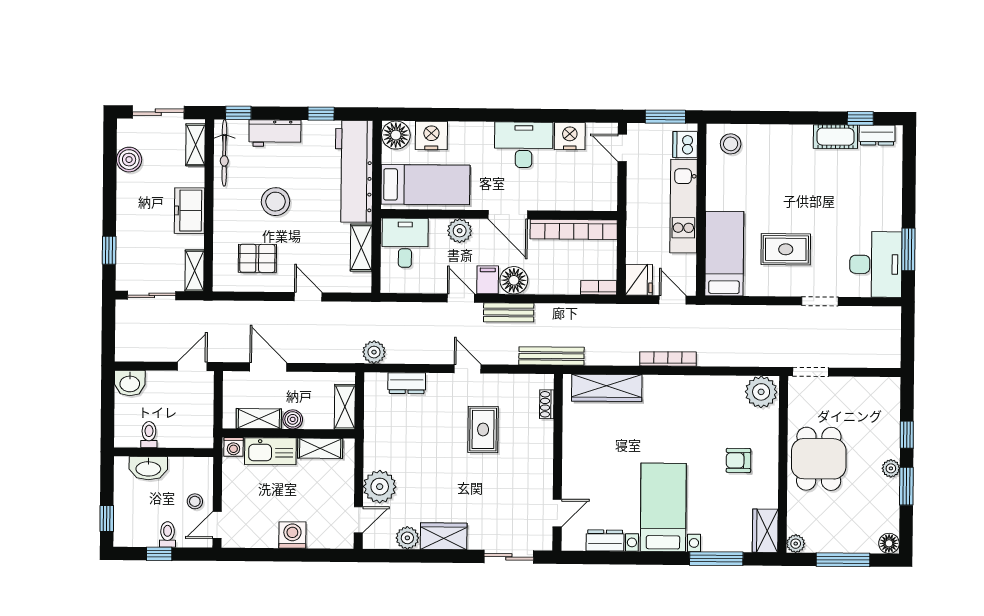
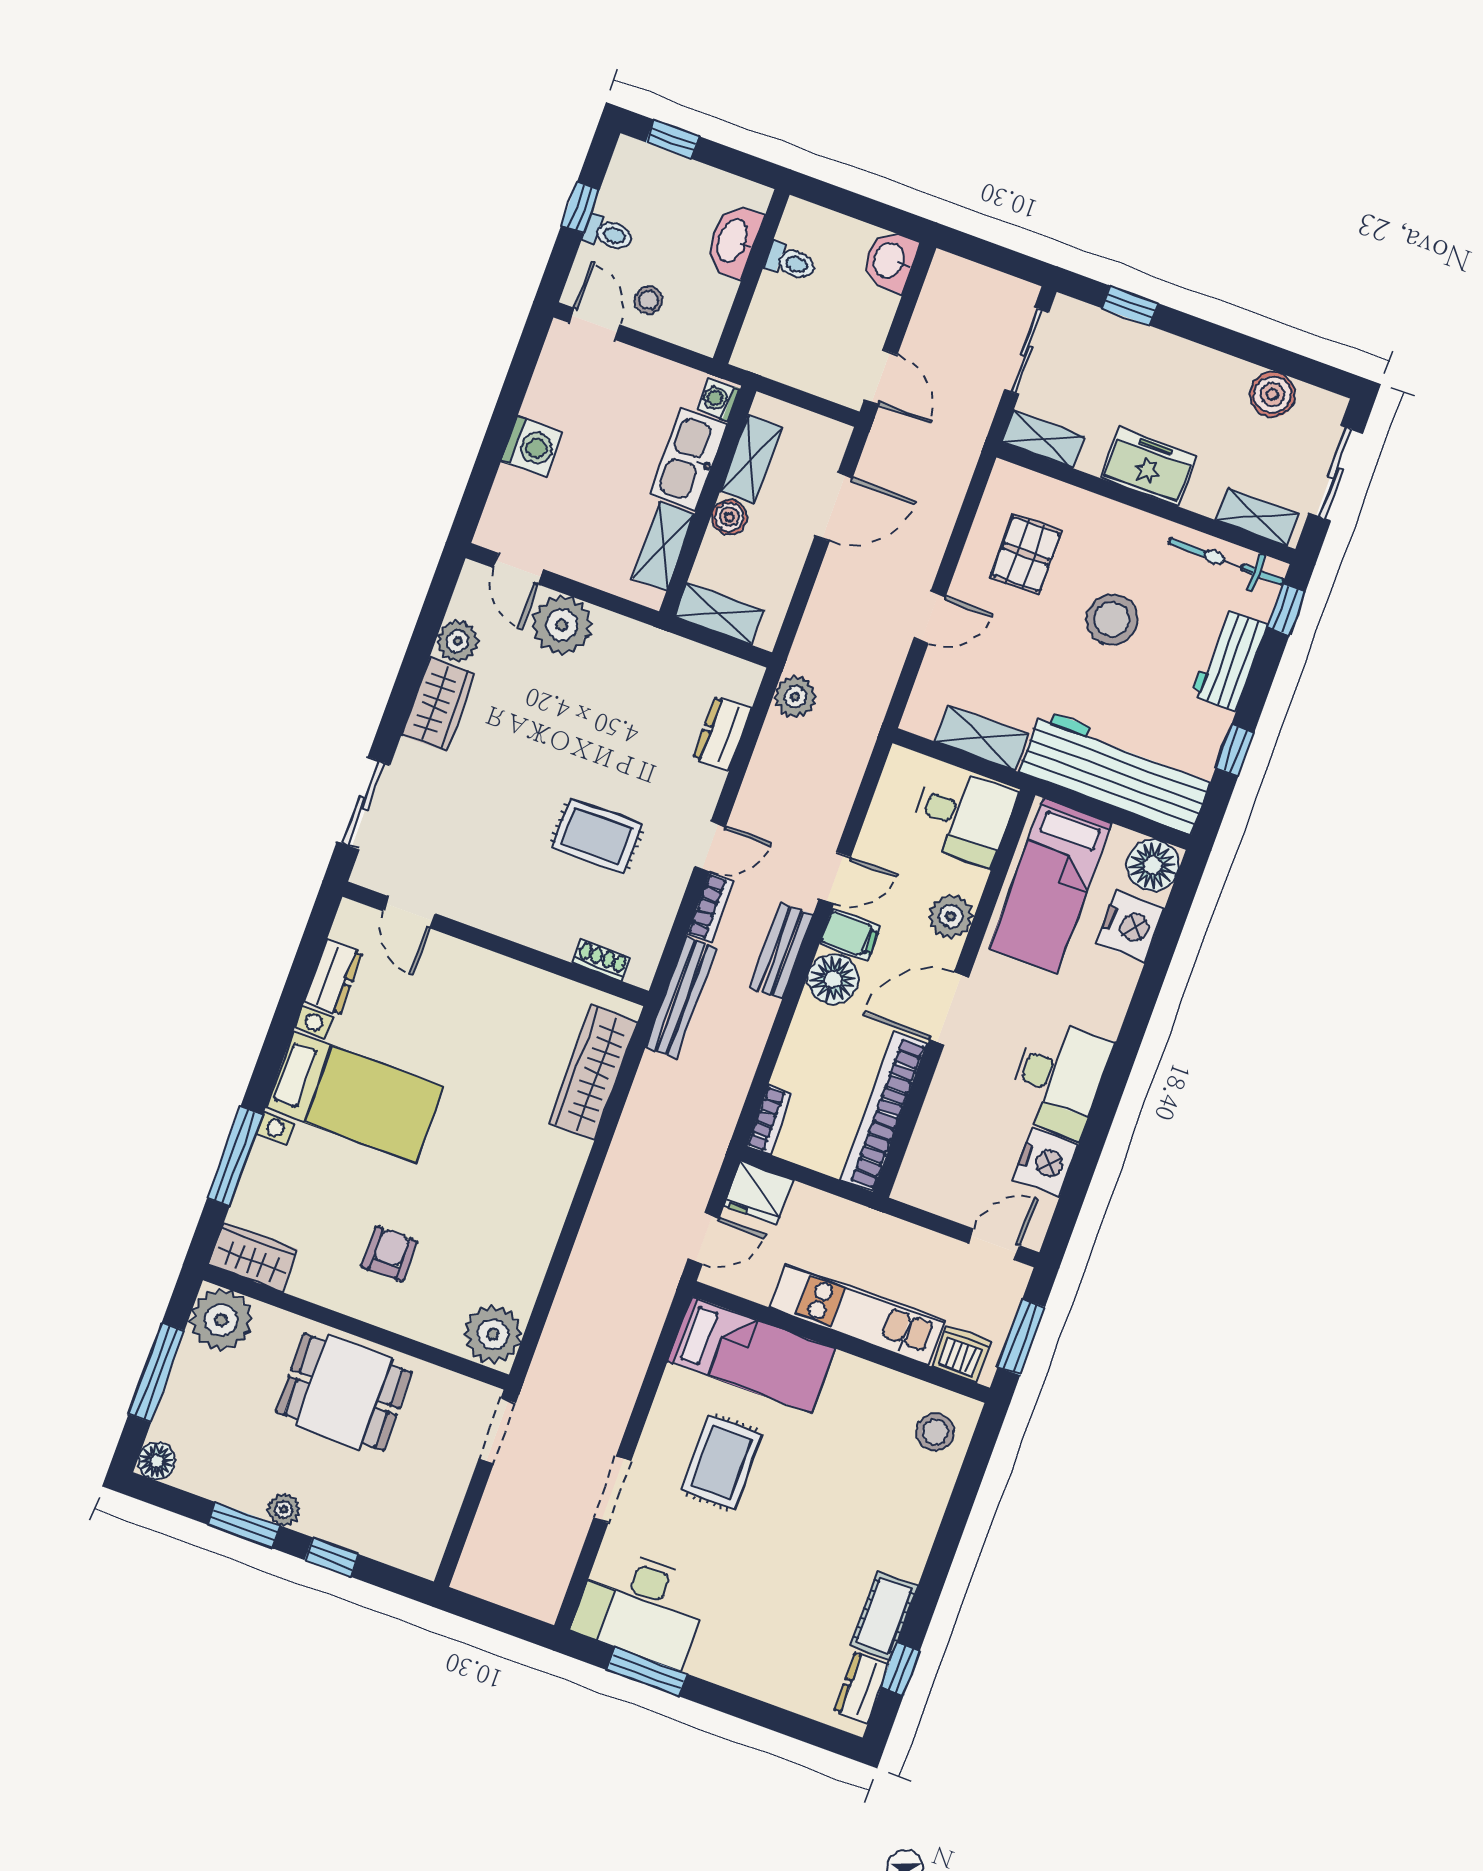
bookcase: (668, 359) -> (710, 907), moved, width x0.64
plant: (796, 544) -> (221, 1320), width x1.88, depth x1.88

